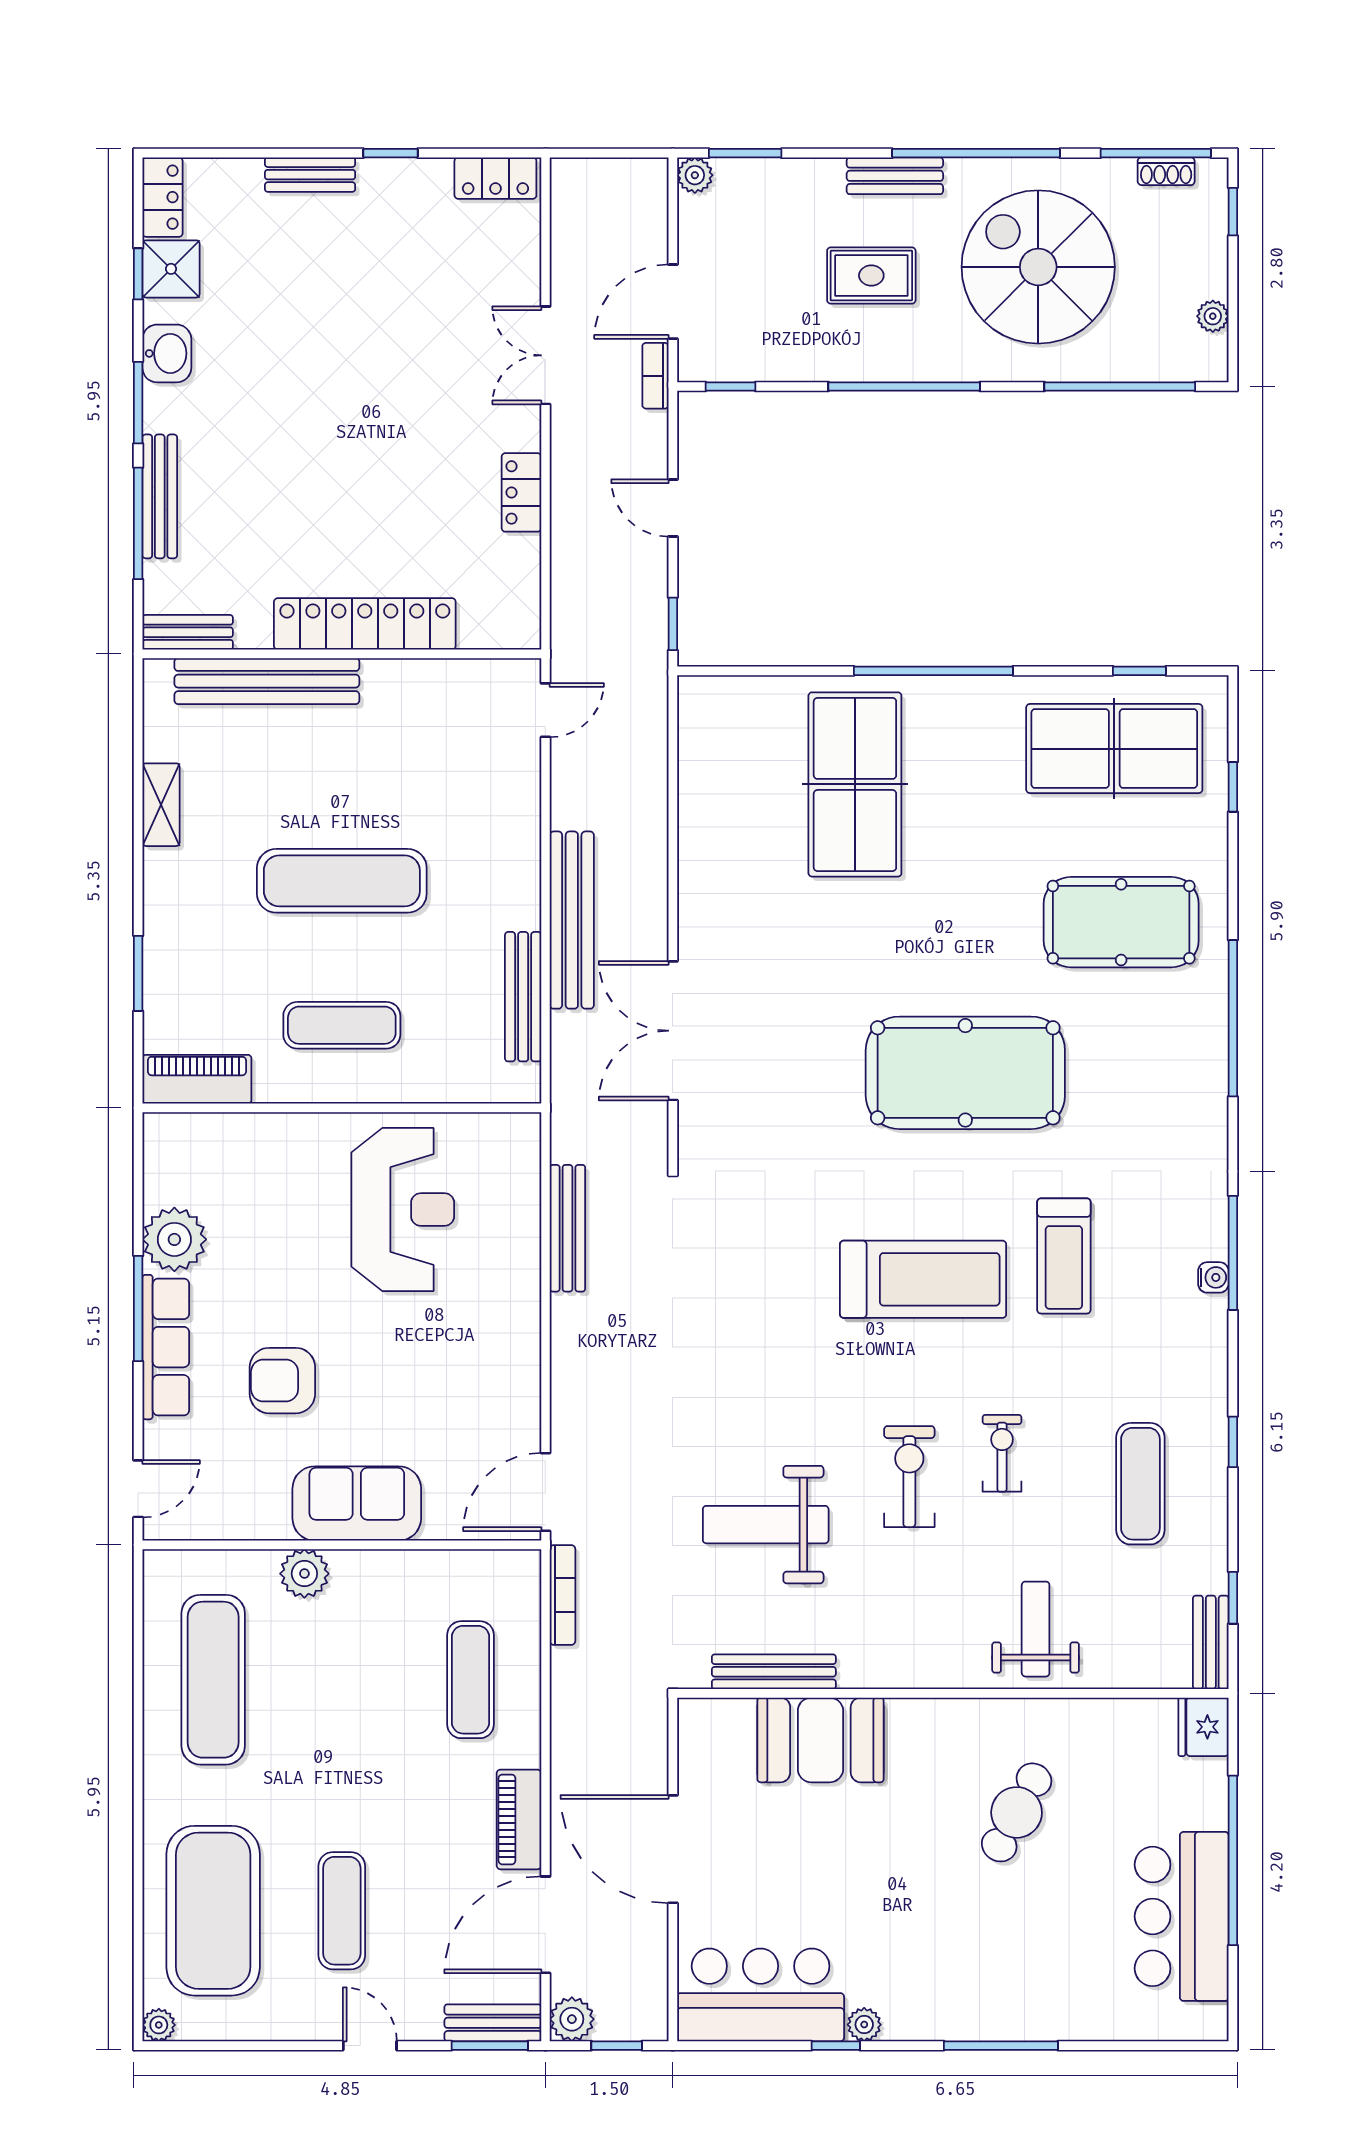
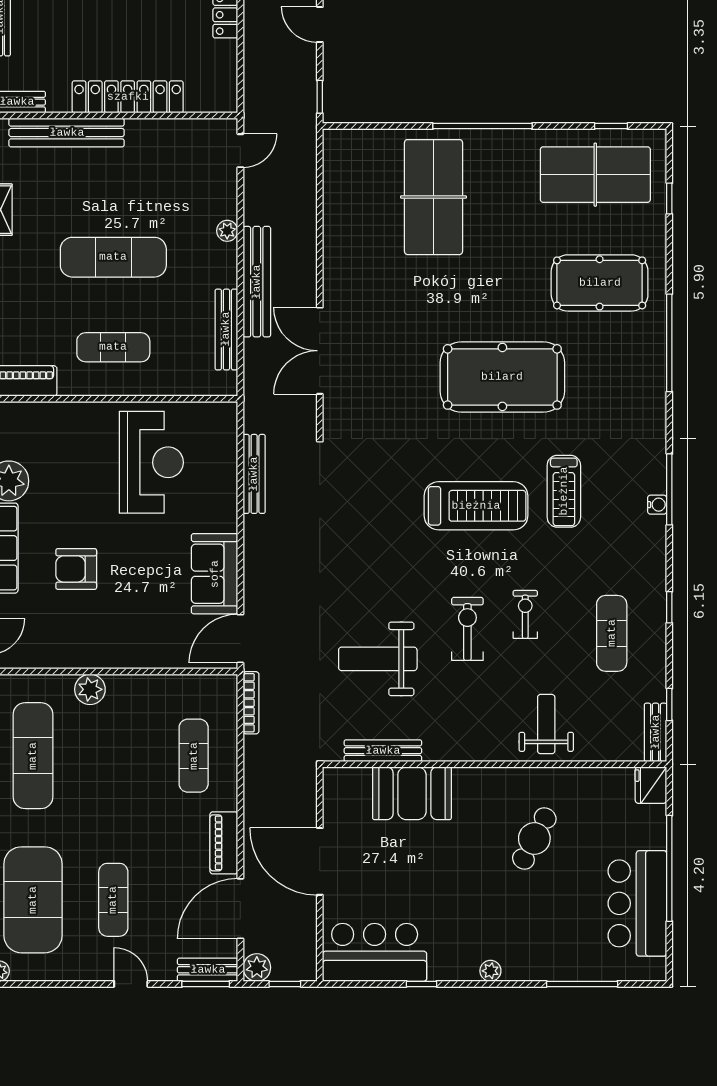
plant: (524, 839) -> (227, 231), added
sofa: (357, 1503) -> (215, 574), moved, turned -90
plant: (864, 2025) -> (490, 971), moved
window: (1001, 2046) -> (582, 984), moved

